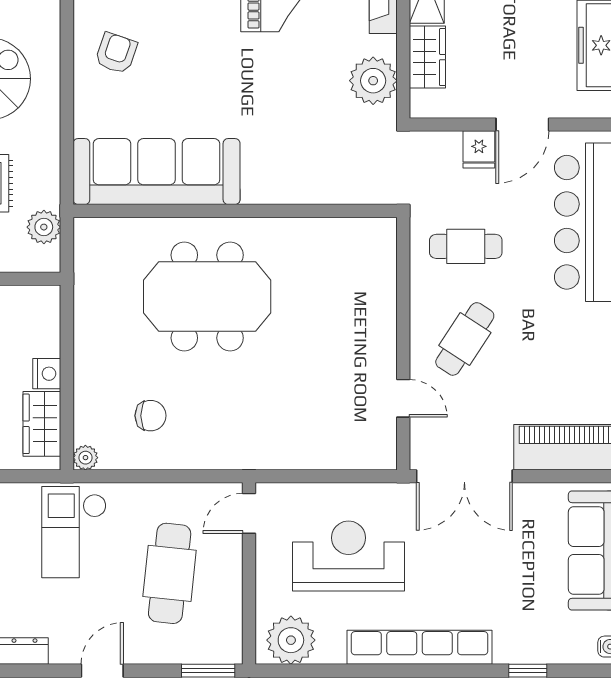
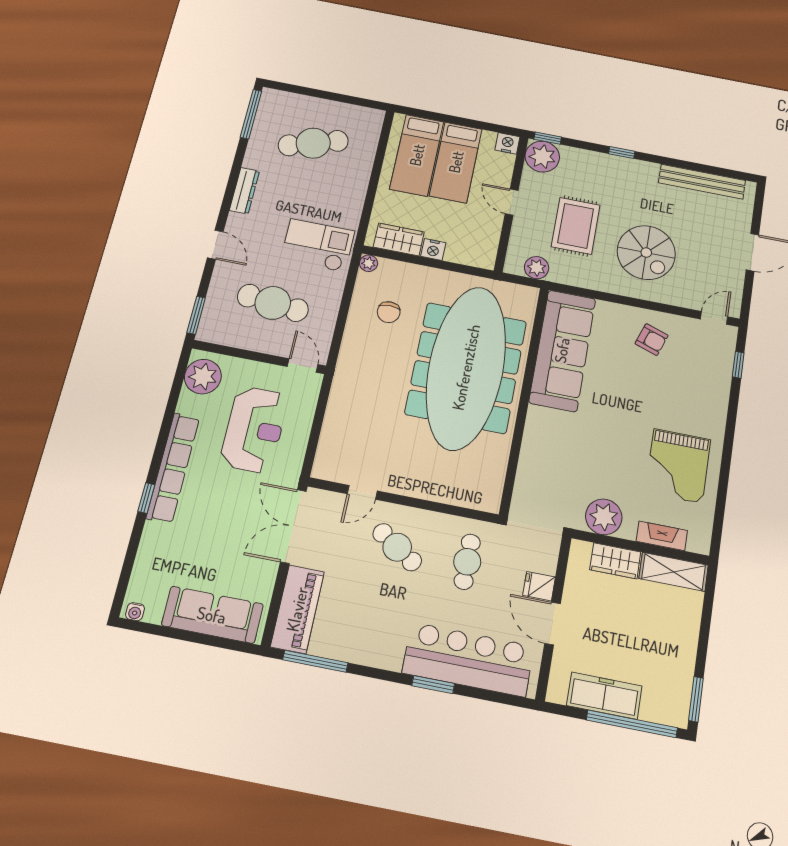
meeting table: (207, 296) -> (466, 367), width x1.86, depth x1.27
window: (528, 671) -> (146, 498), moved

